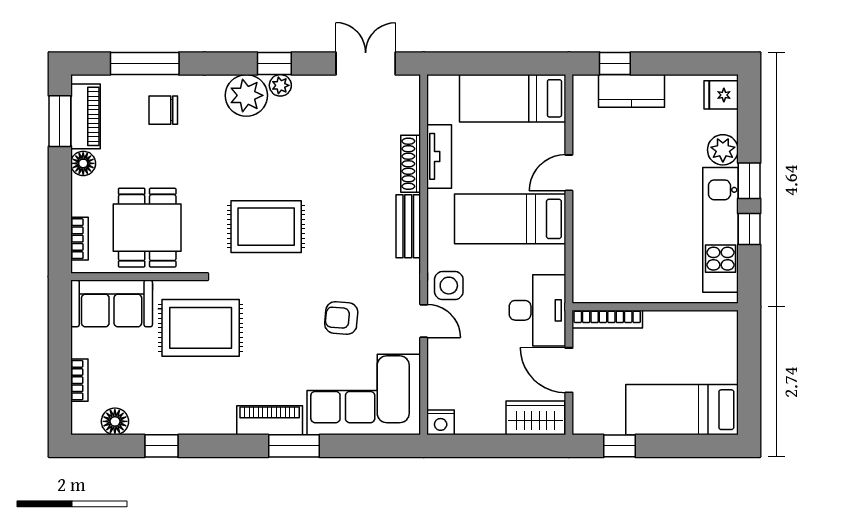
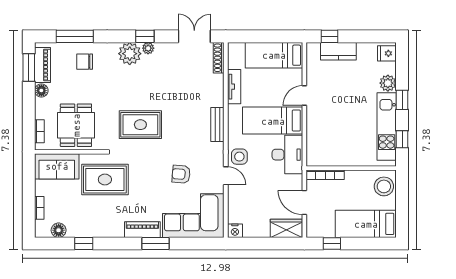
shoe rack: (411, 164) -> (219, 58), moved
window: (749, 229) -> (402, 139), moved
desk: (537, 310) -> (287, 155), moved
stool: (716, 341) -> (384, 186), added

